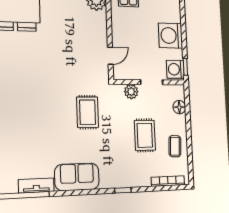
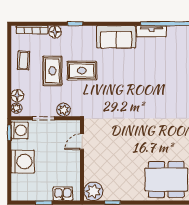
plant: (180, 93) -> (16, 108), added
rug: (87, 112) -> (82, 71), moved, turned 90
floor lamp: (144, 180) -> (55, 32), added

